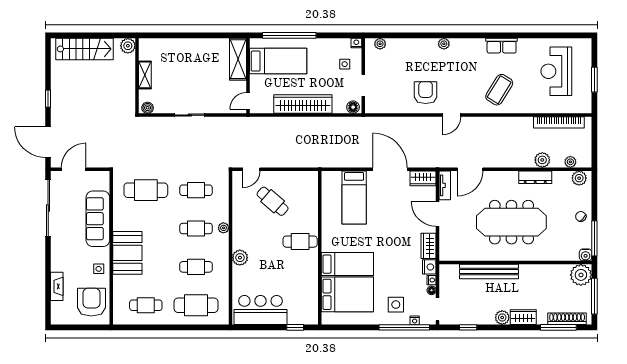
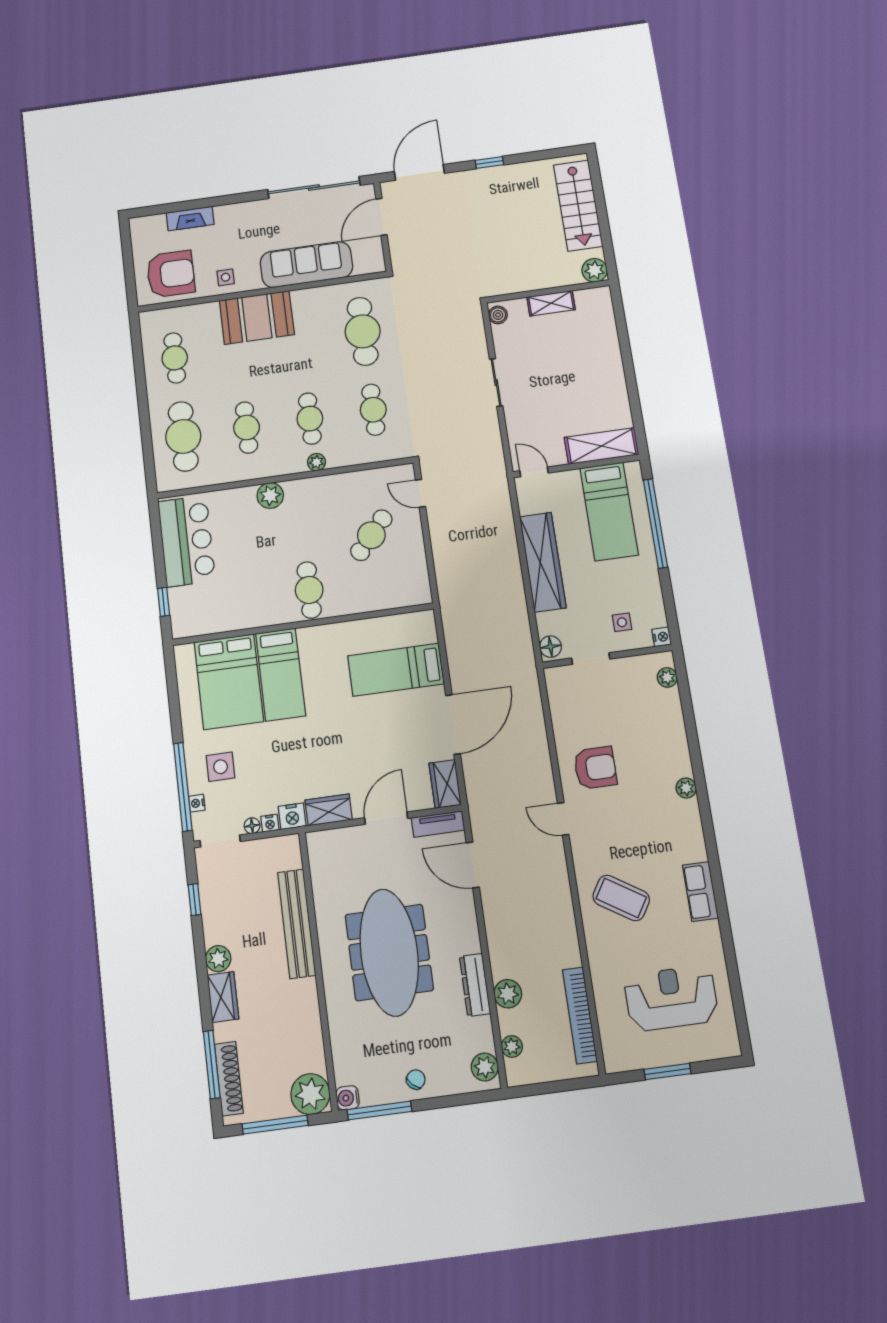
door: (74, 169) -> (382, 217), swing flipped

